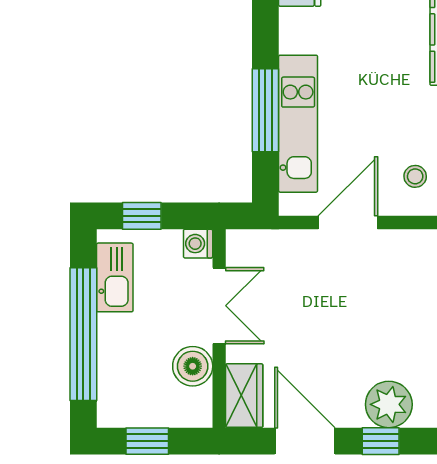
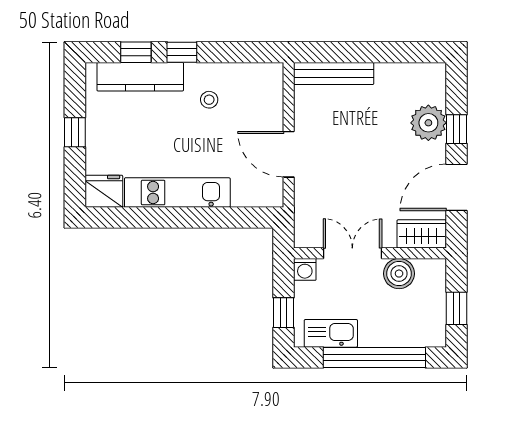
window: (265, 110) -> (202, 218), removed
kitchen unit: (298, 124) -> (177, 193), moved
stool: (415, 176) -> (209, 100), moved

